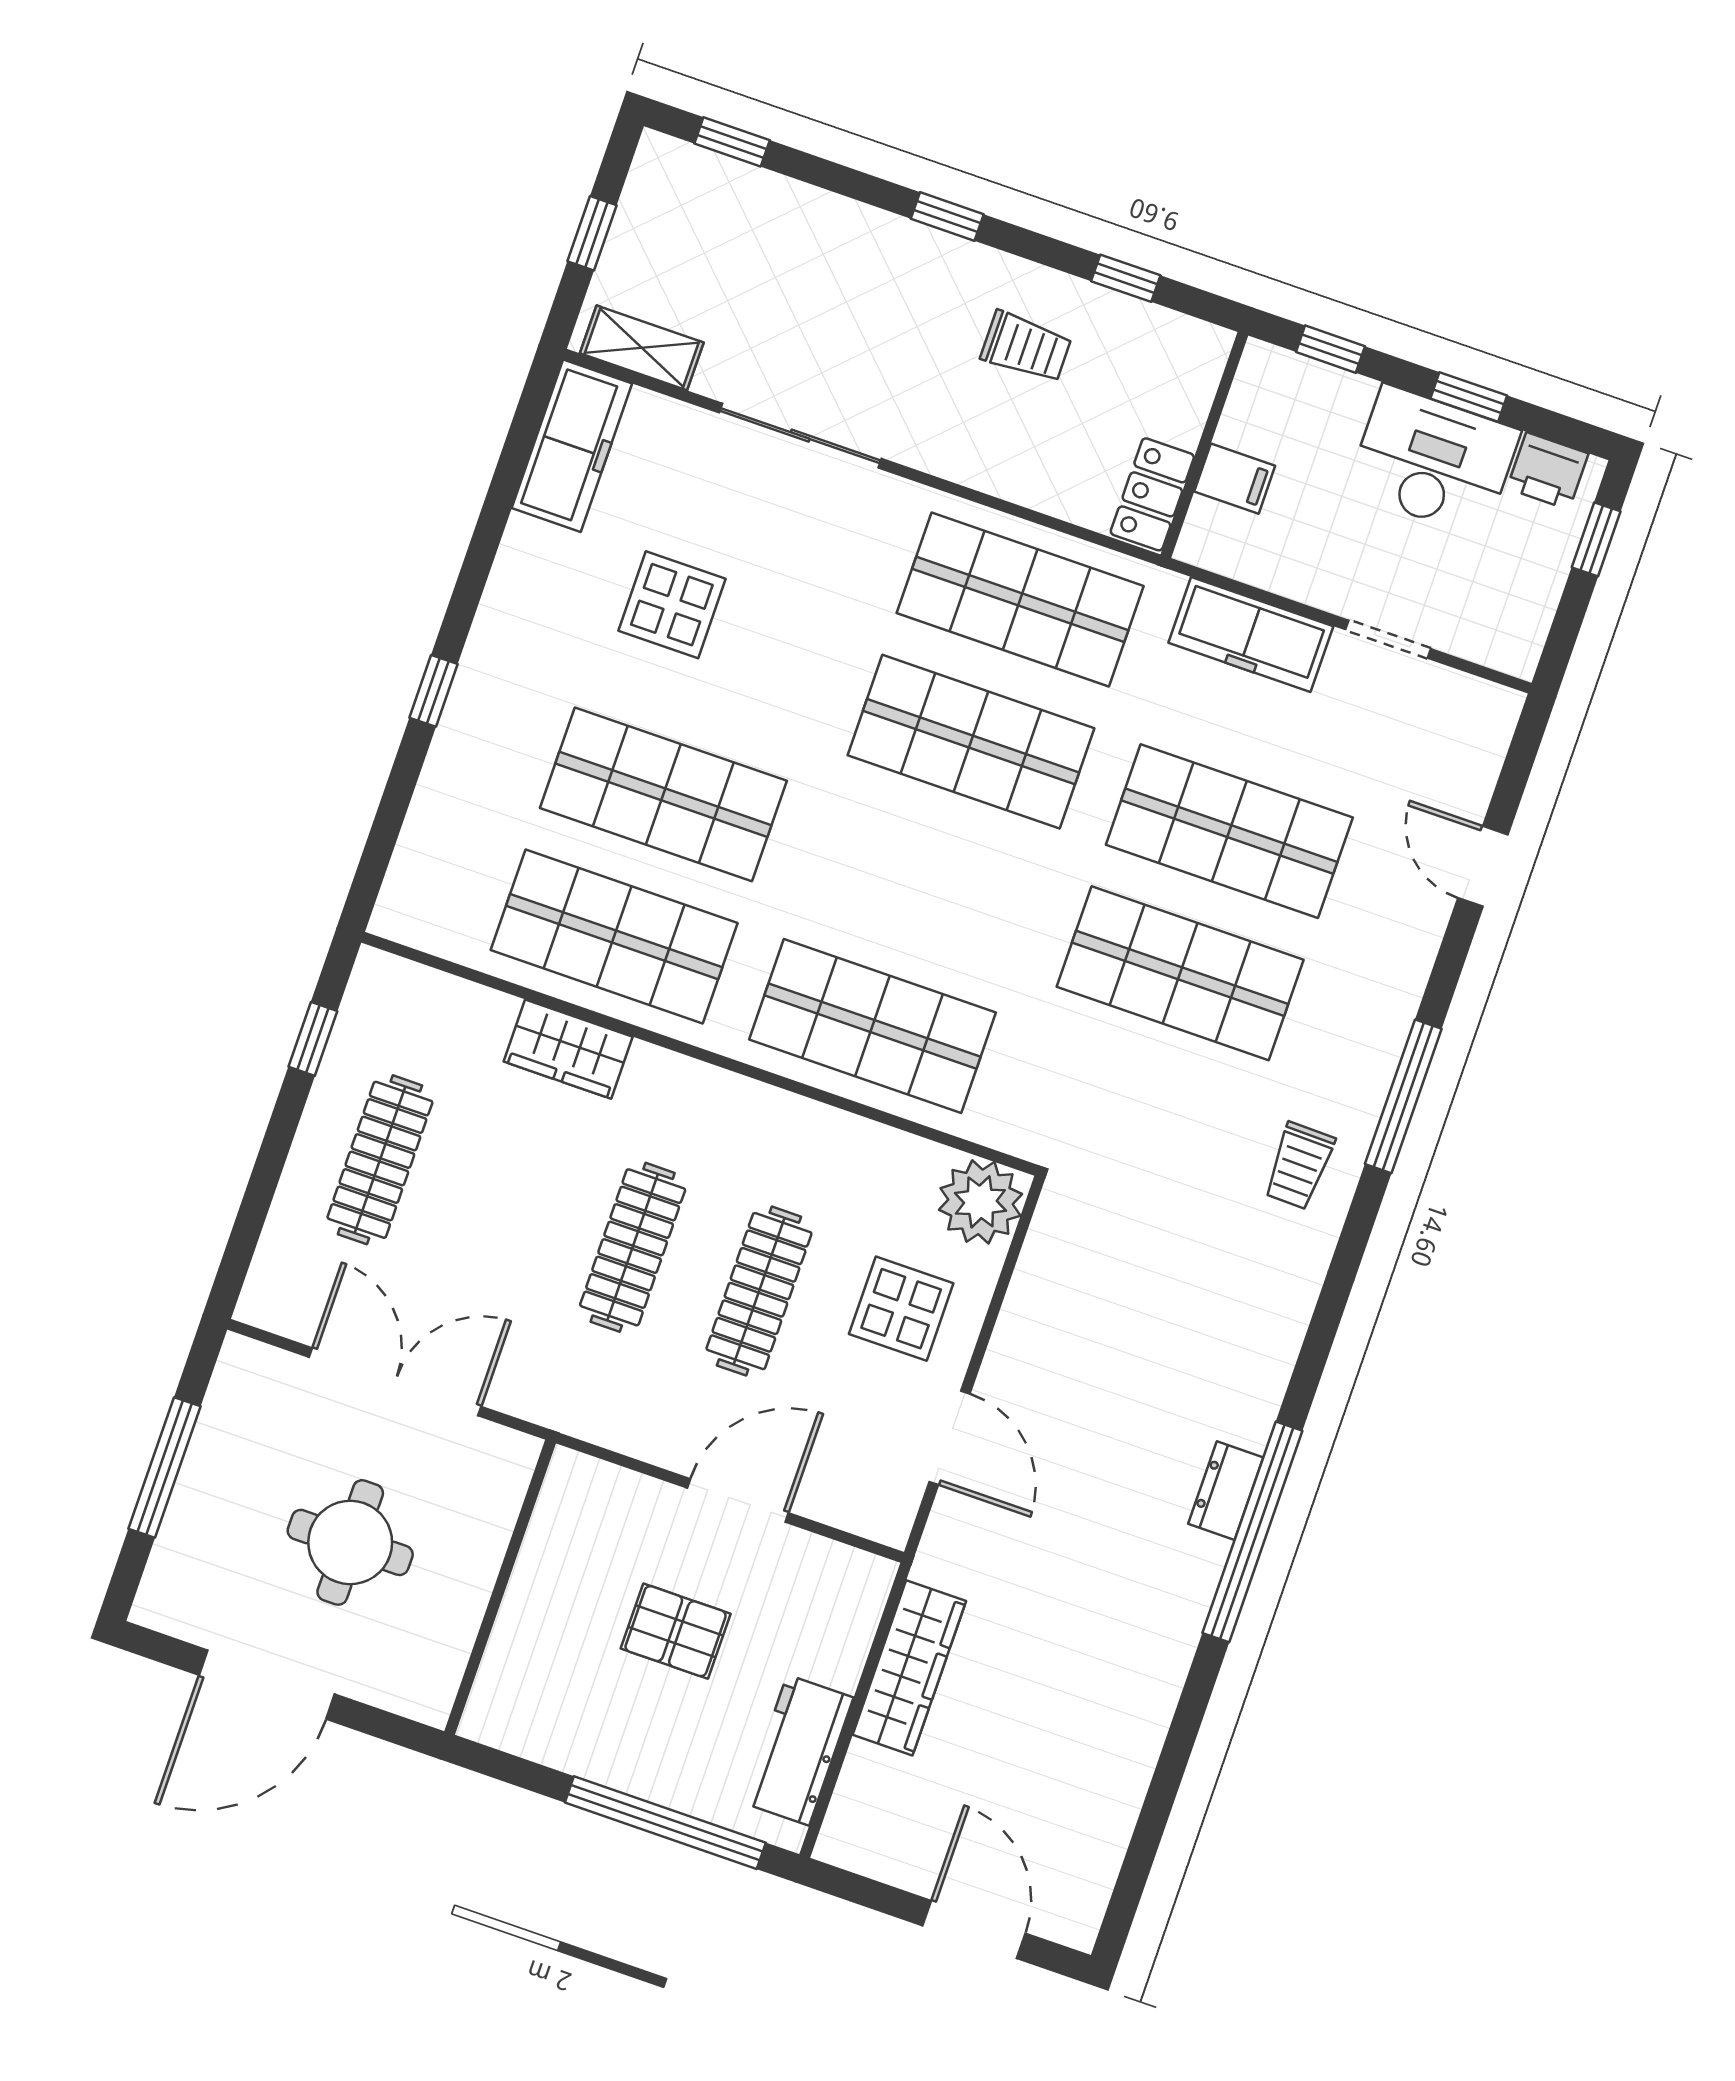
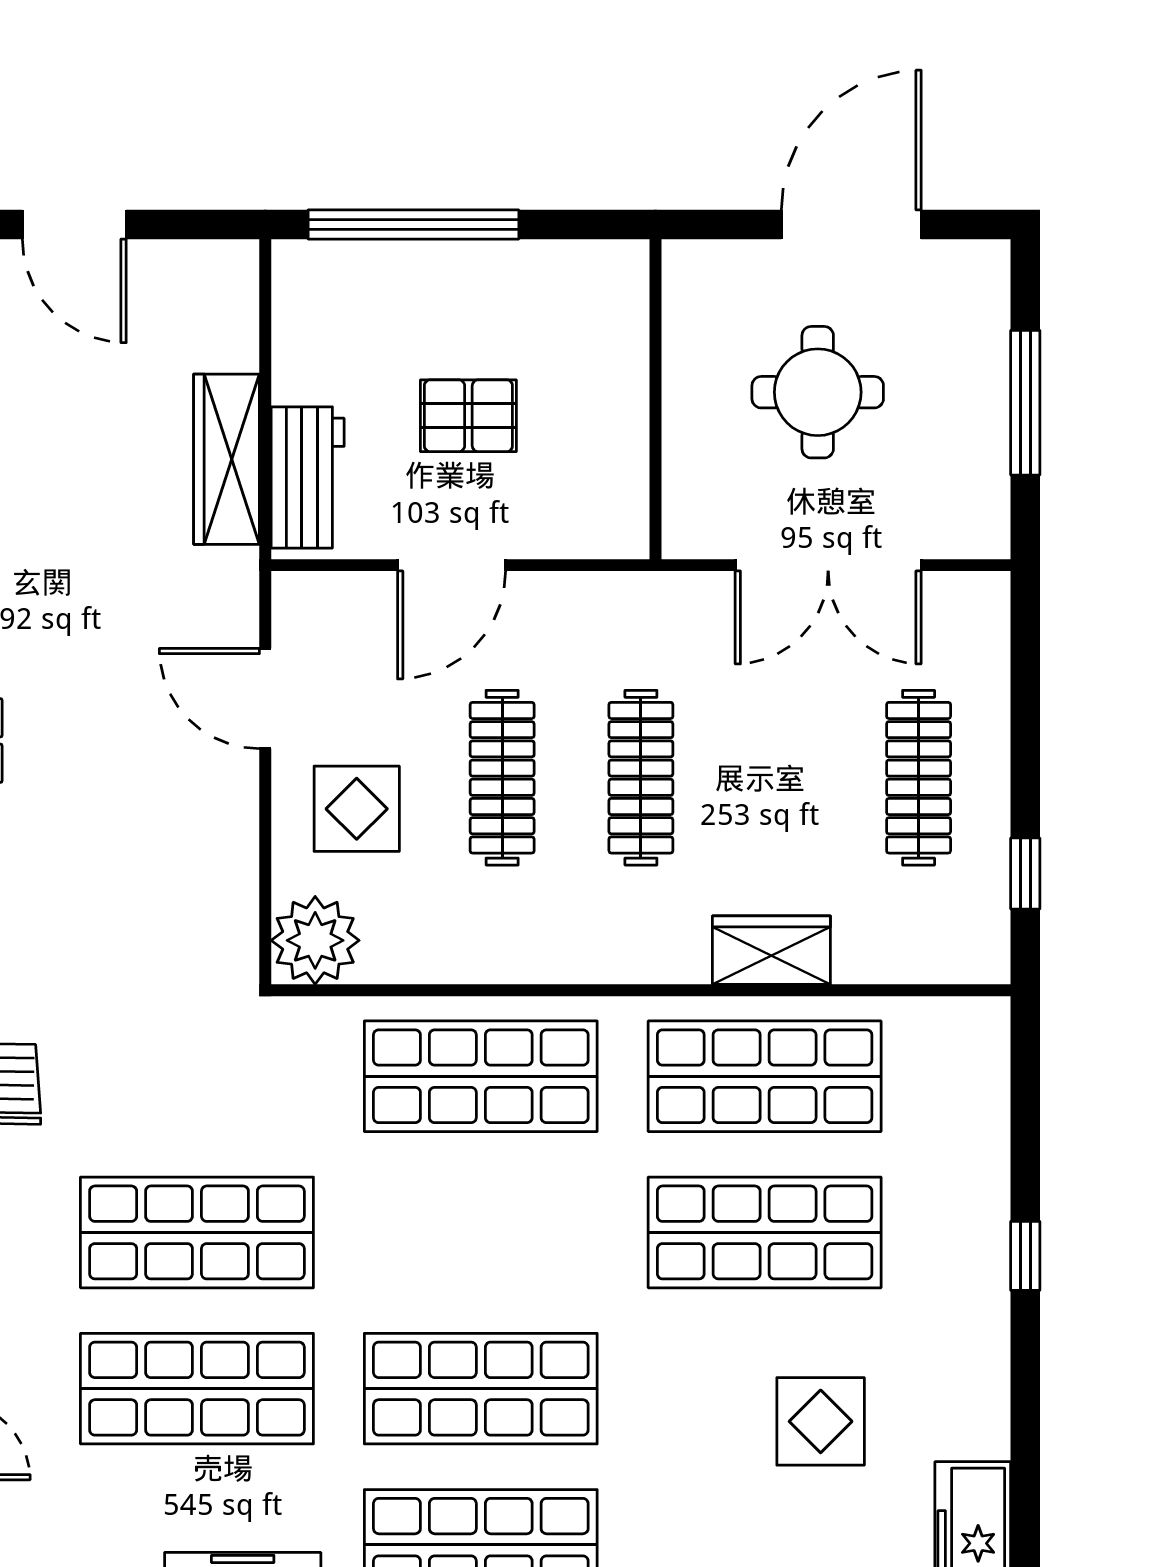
workbench: (798, 1750) -> (308, 477), moved

